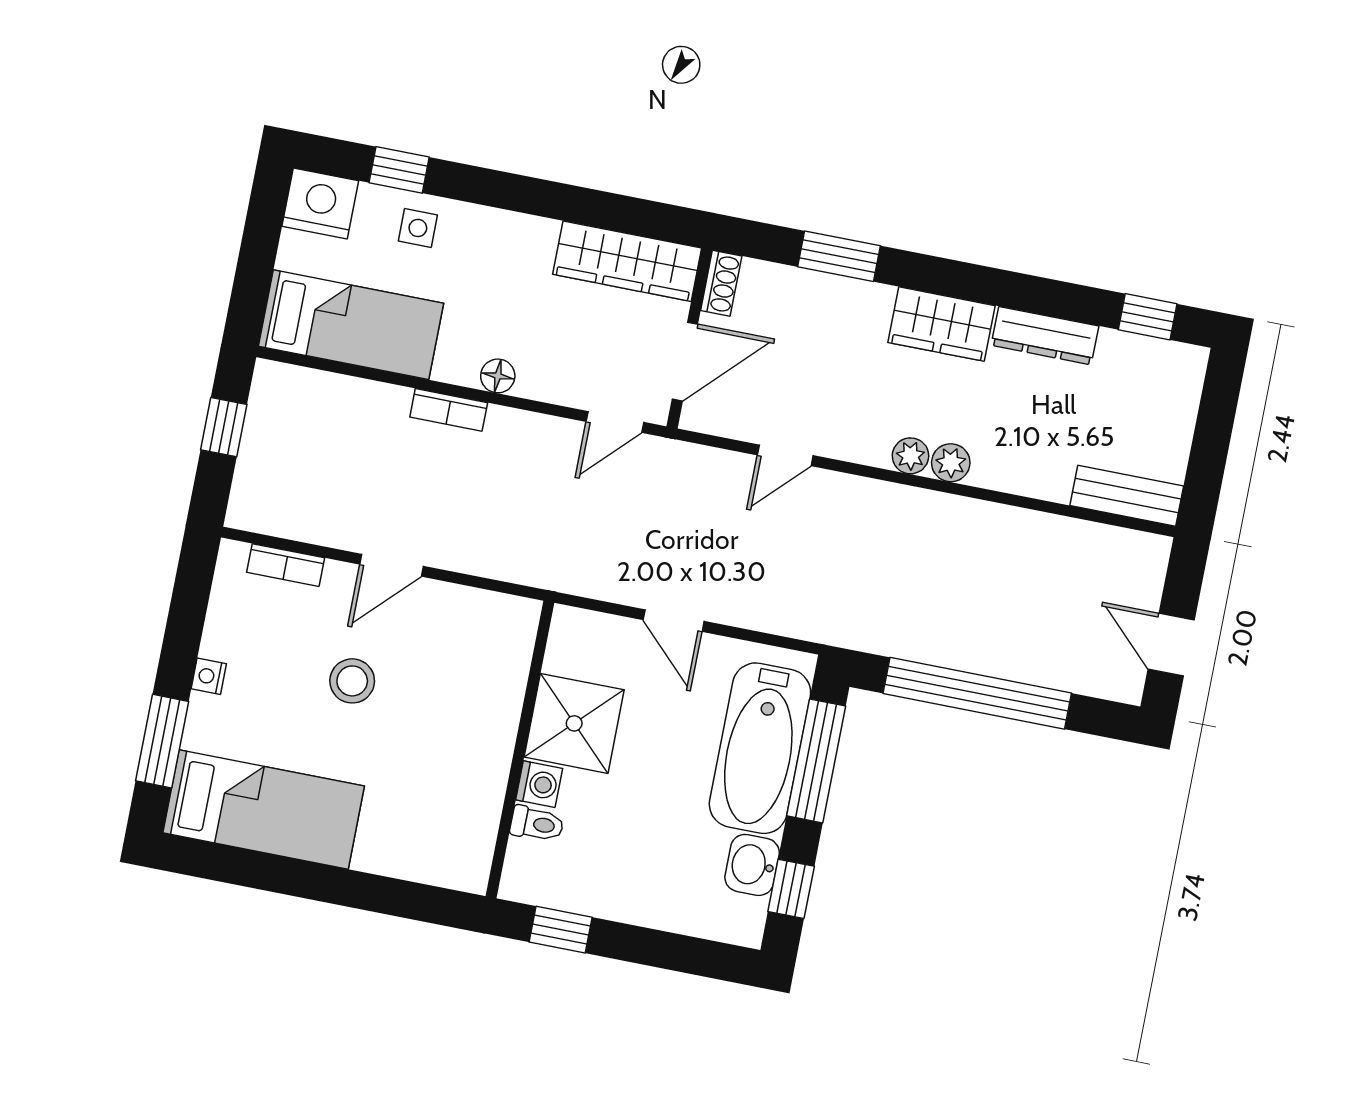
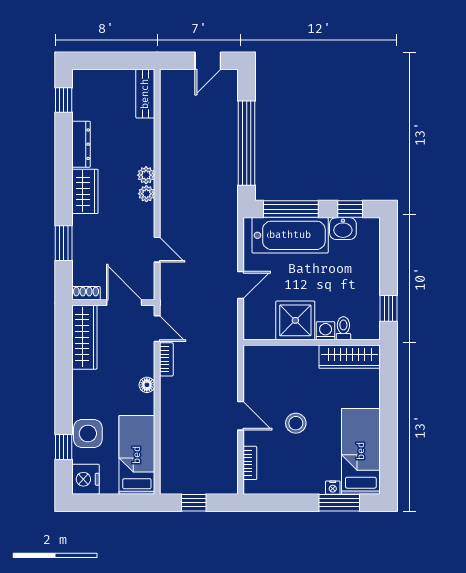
side table: (418, 228) -> (88, 434), width x1.87, depth x1.87
bookcase: (449, 410) -> (166, 359), moved
nightstand: (209, 676) -> (333, 488), moved
wardrobe: (473, 825) -> (350, 357), added

